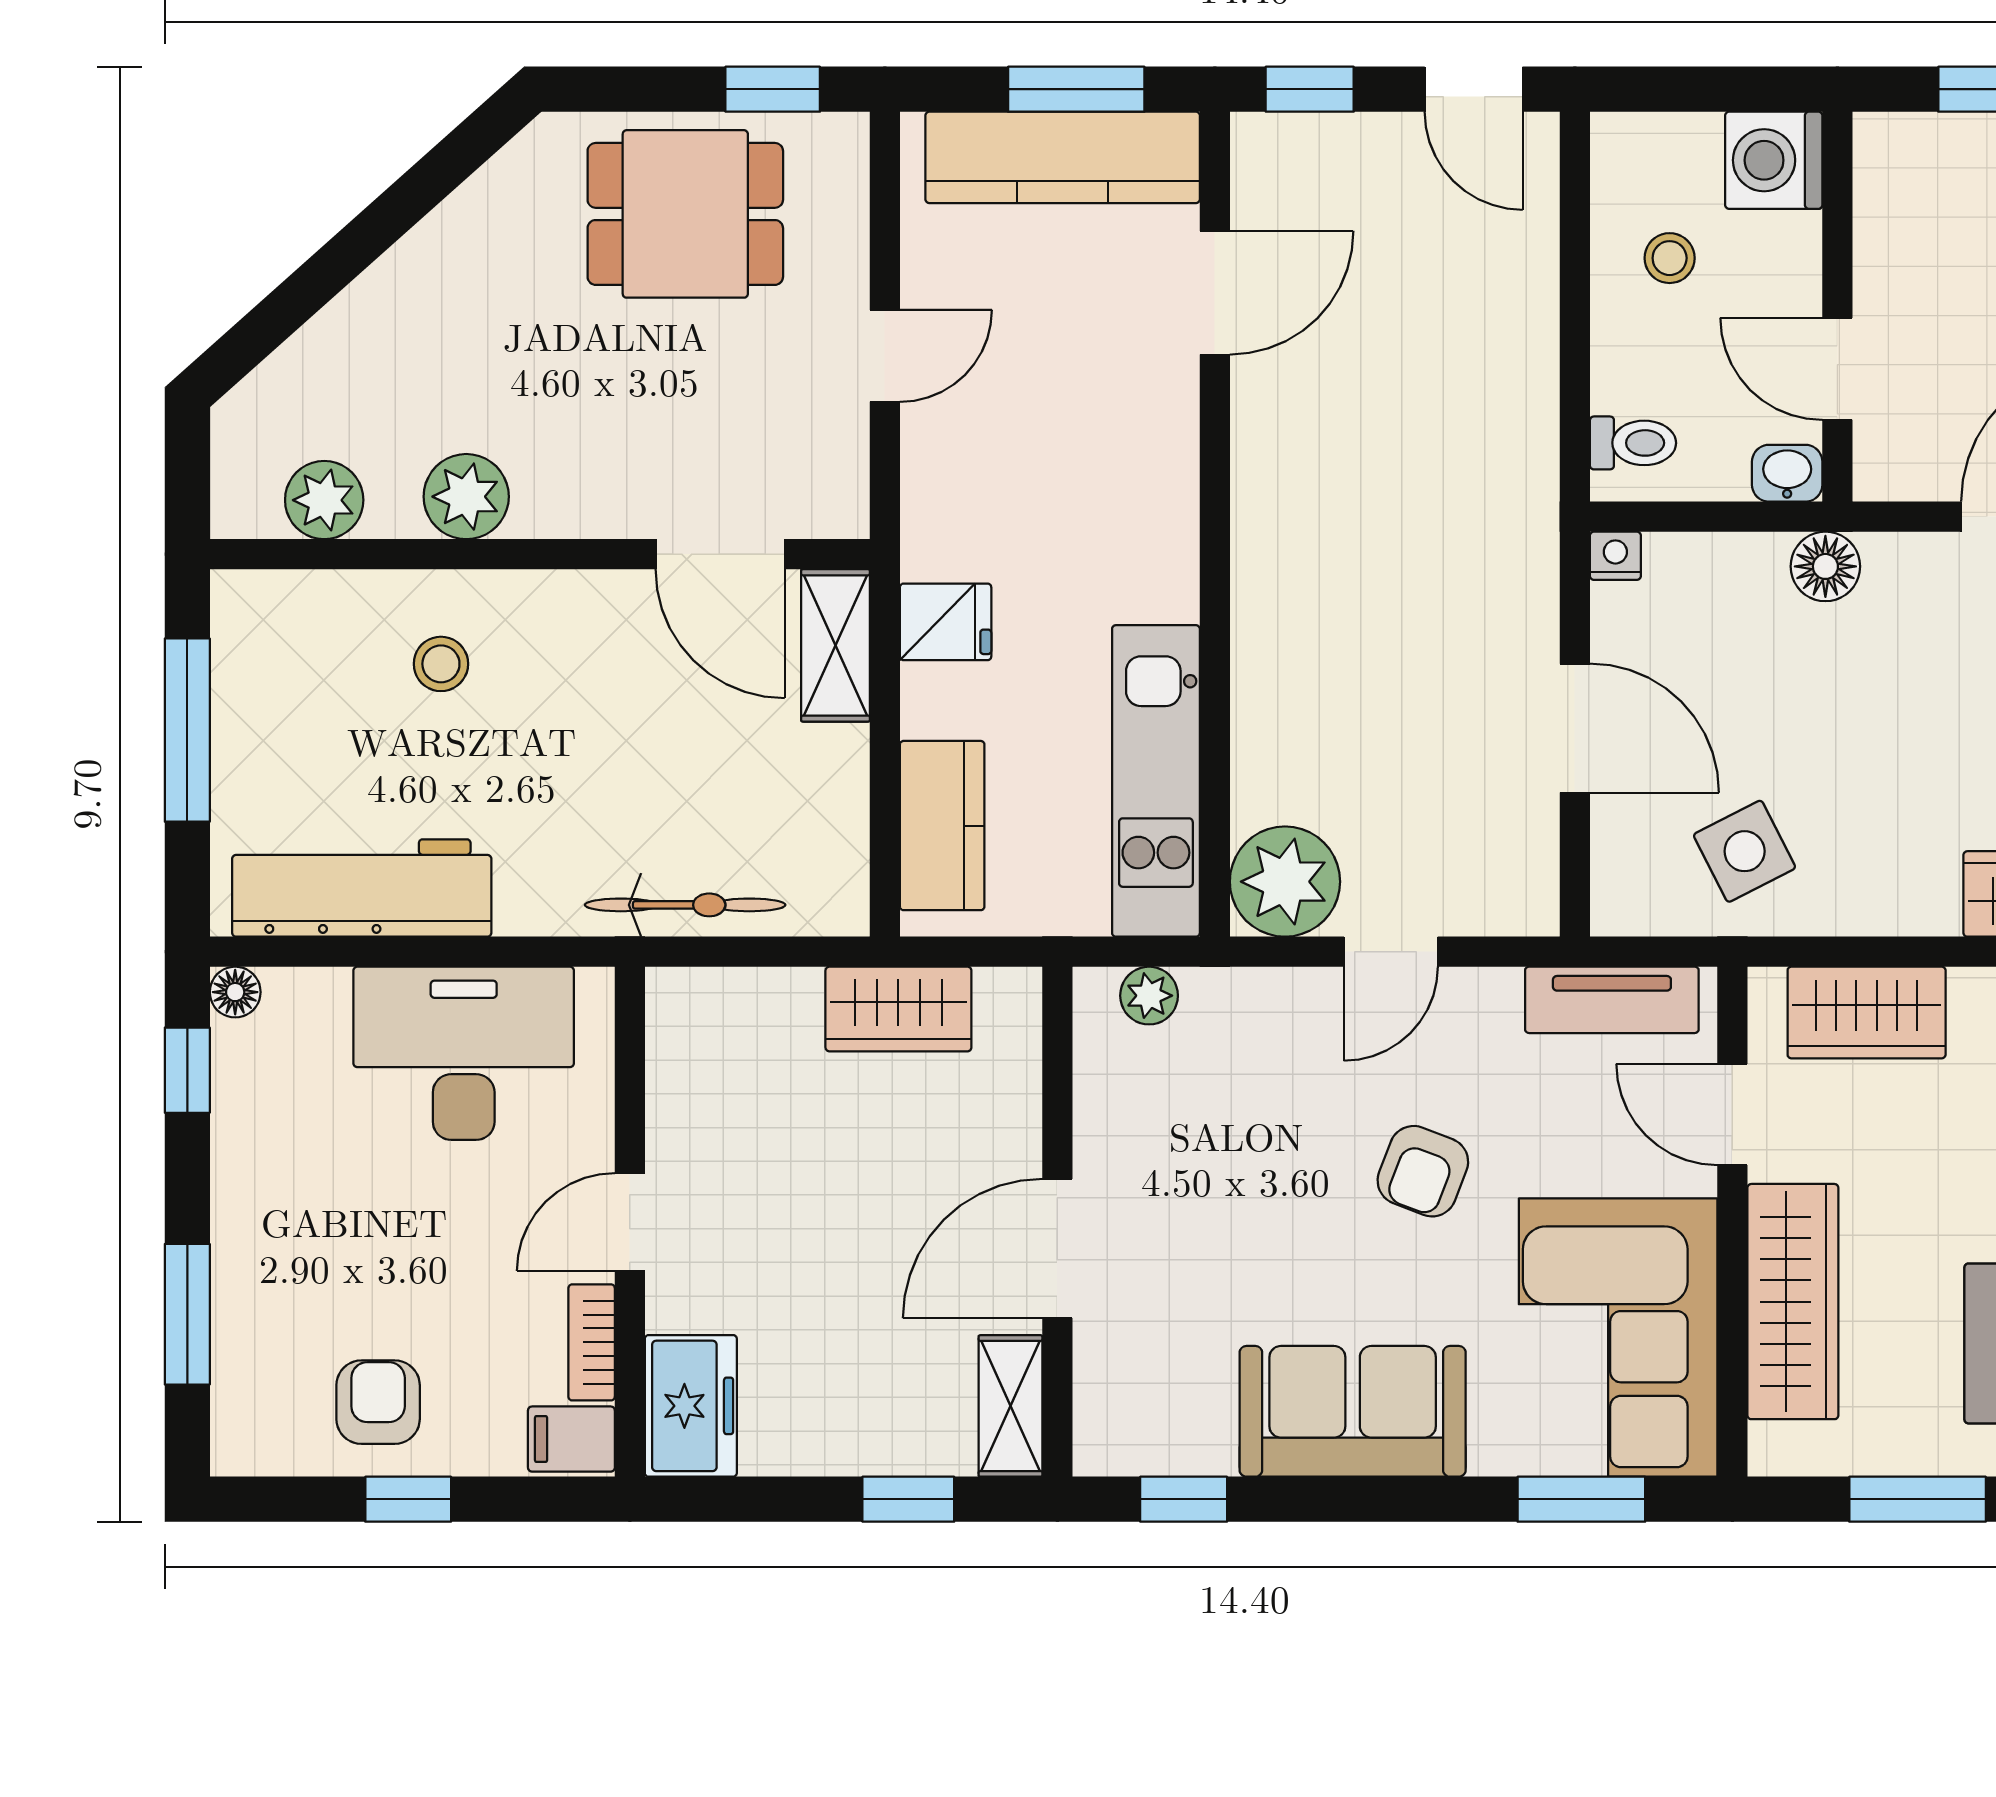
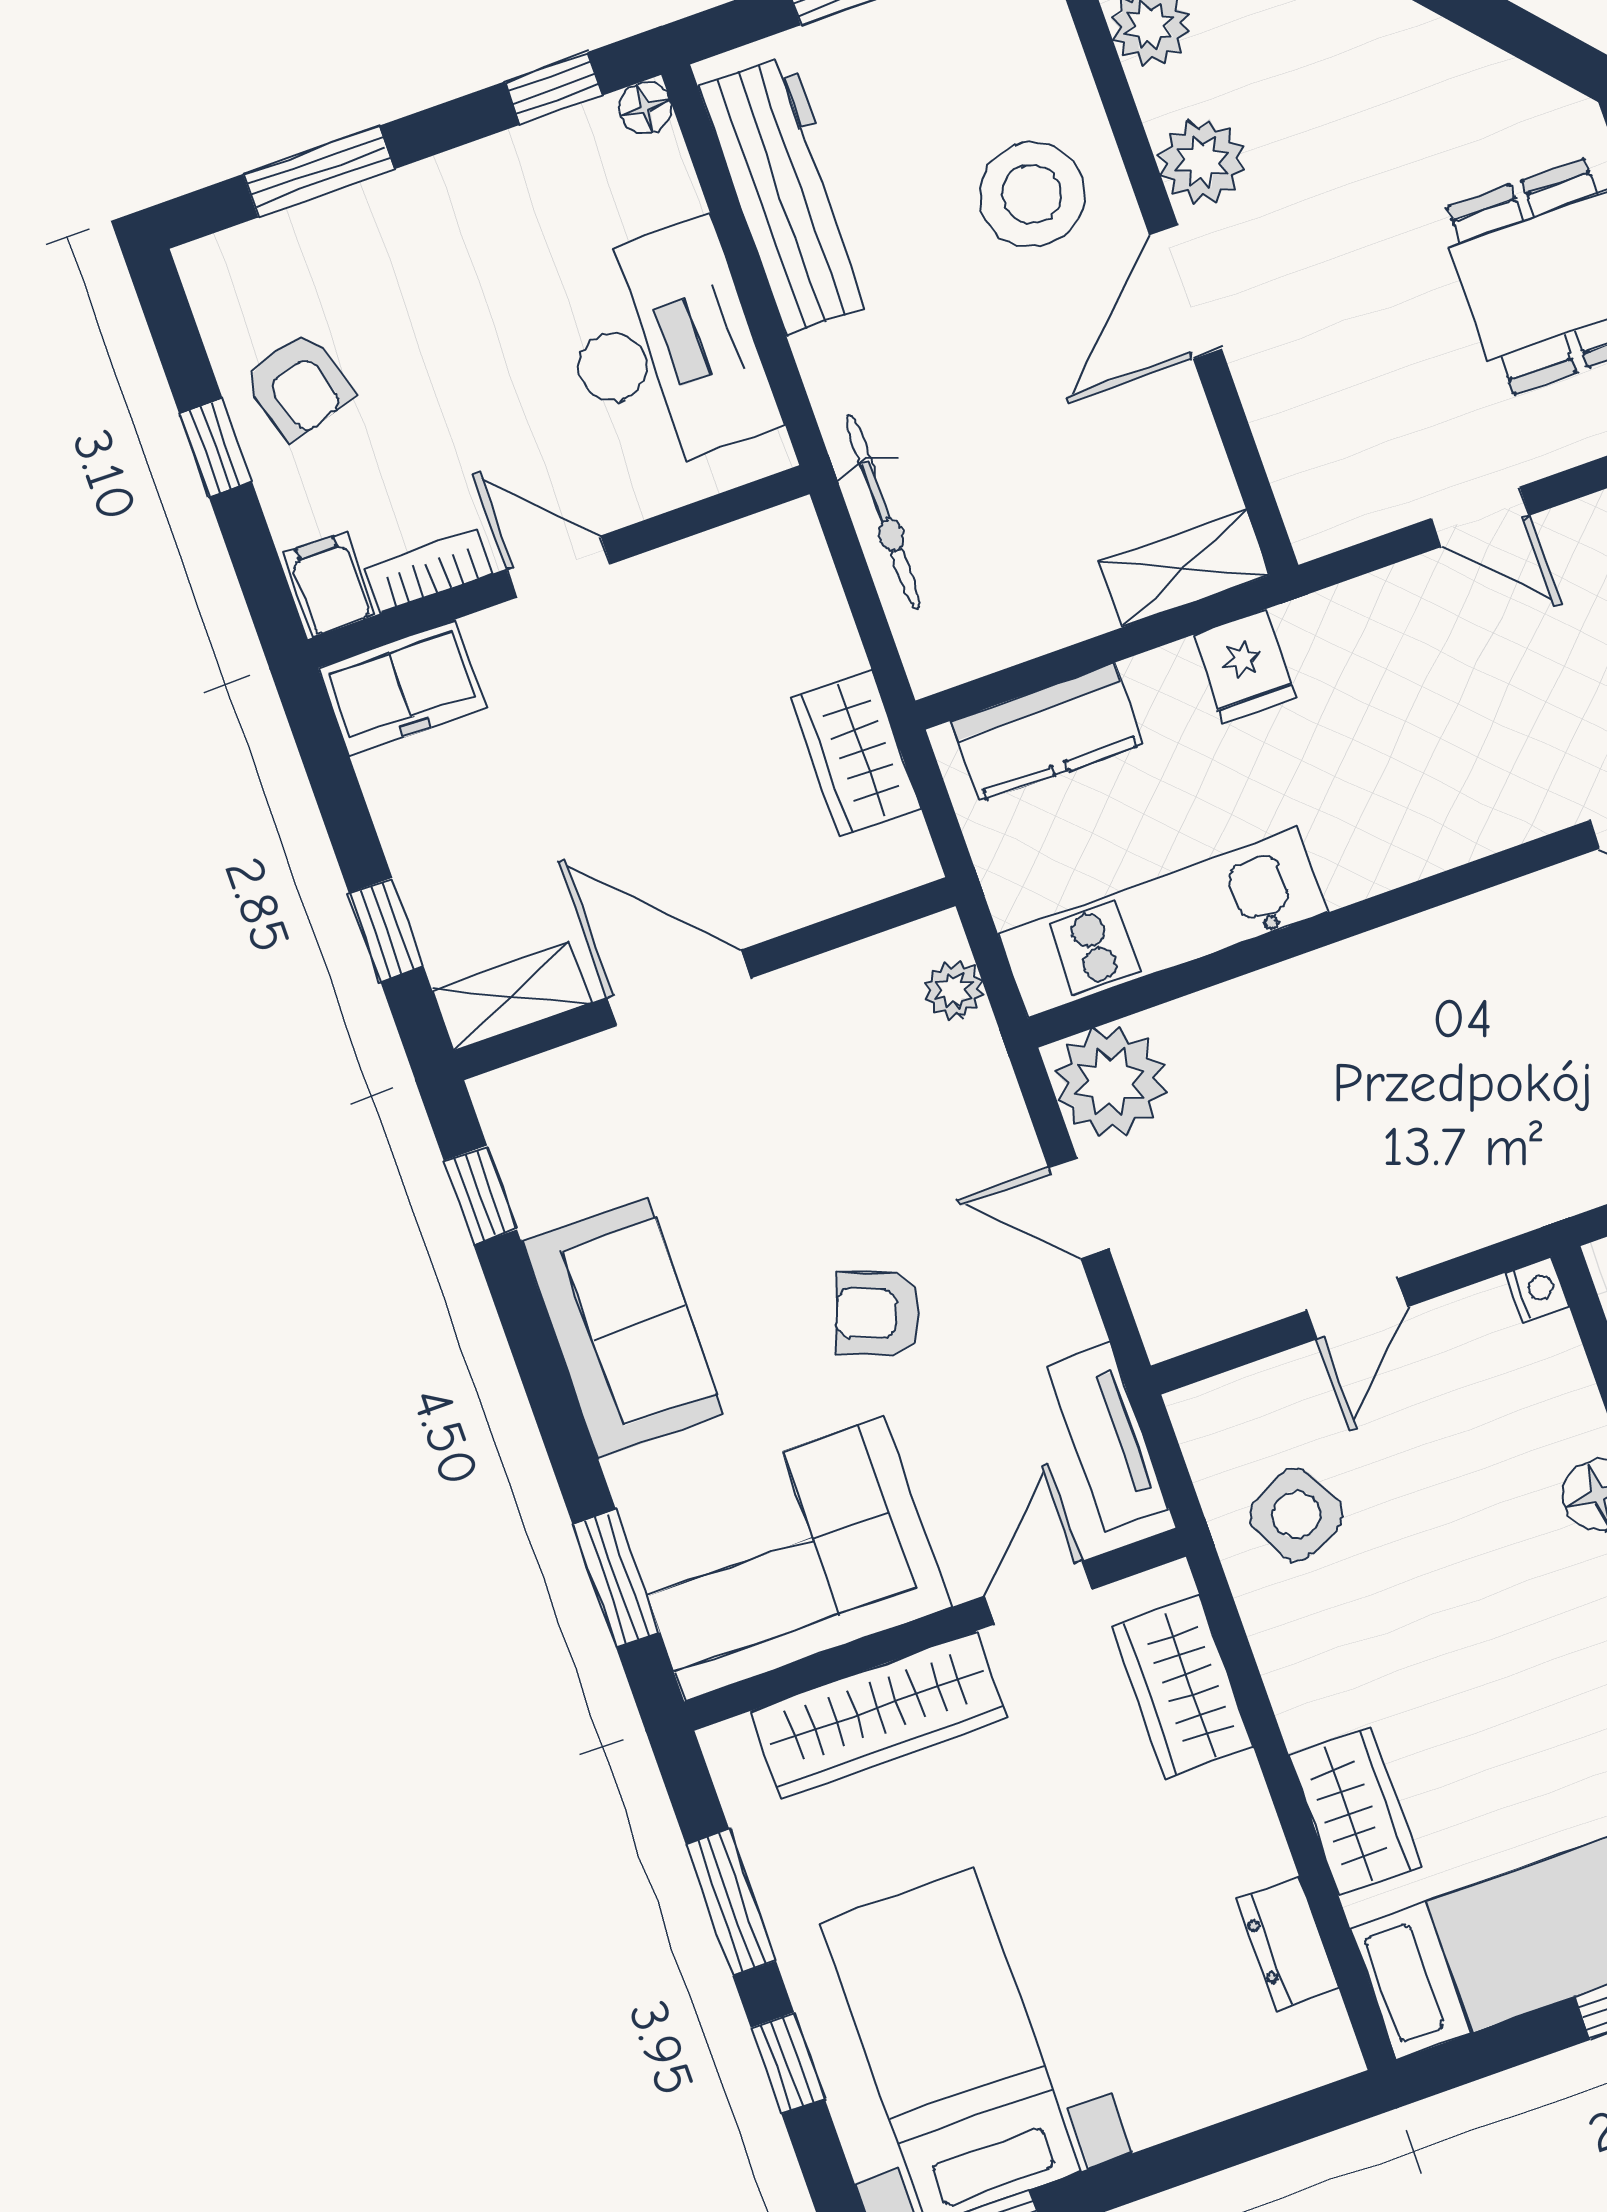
door: (720, 554) -> (1185, 292), moved
stool: (441, 664) -> (1032, 194), width x1.89, depth x1.89
door: (1575, 728) -> (1357, 1309), width x0.73
armchair: (378, 1402) -> (299, 386), turned 73

